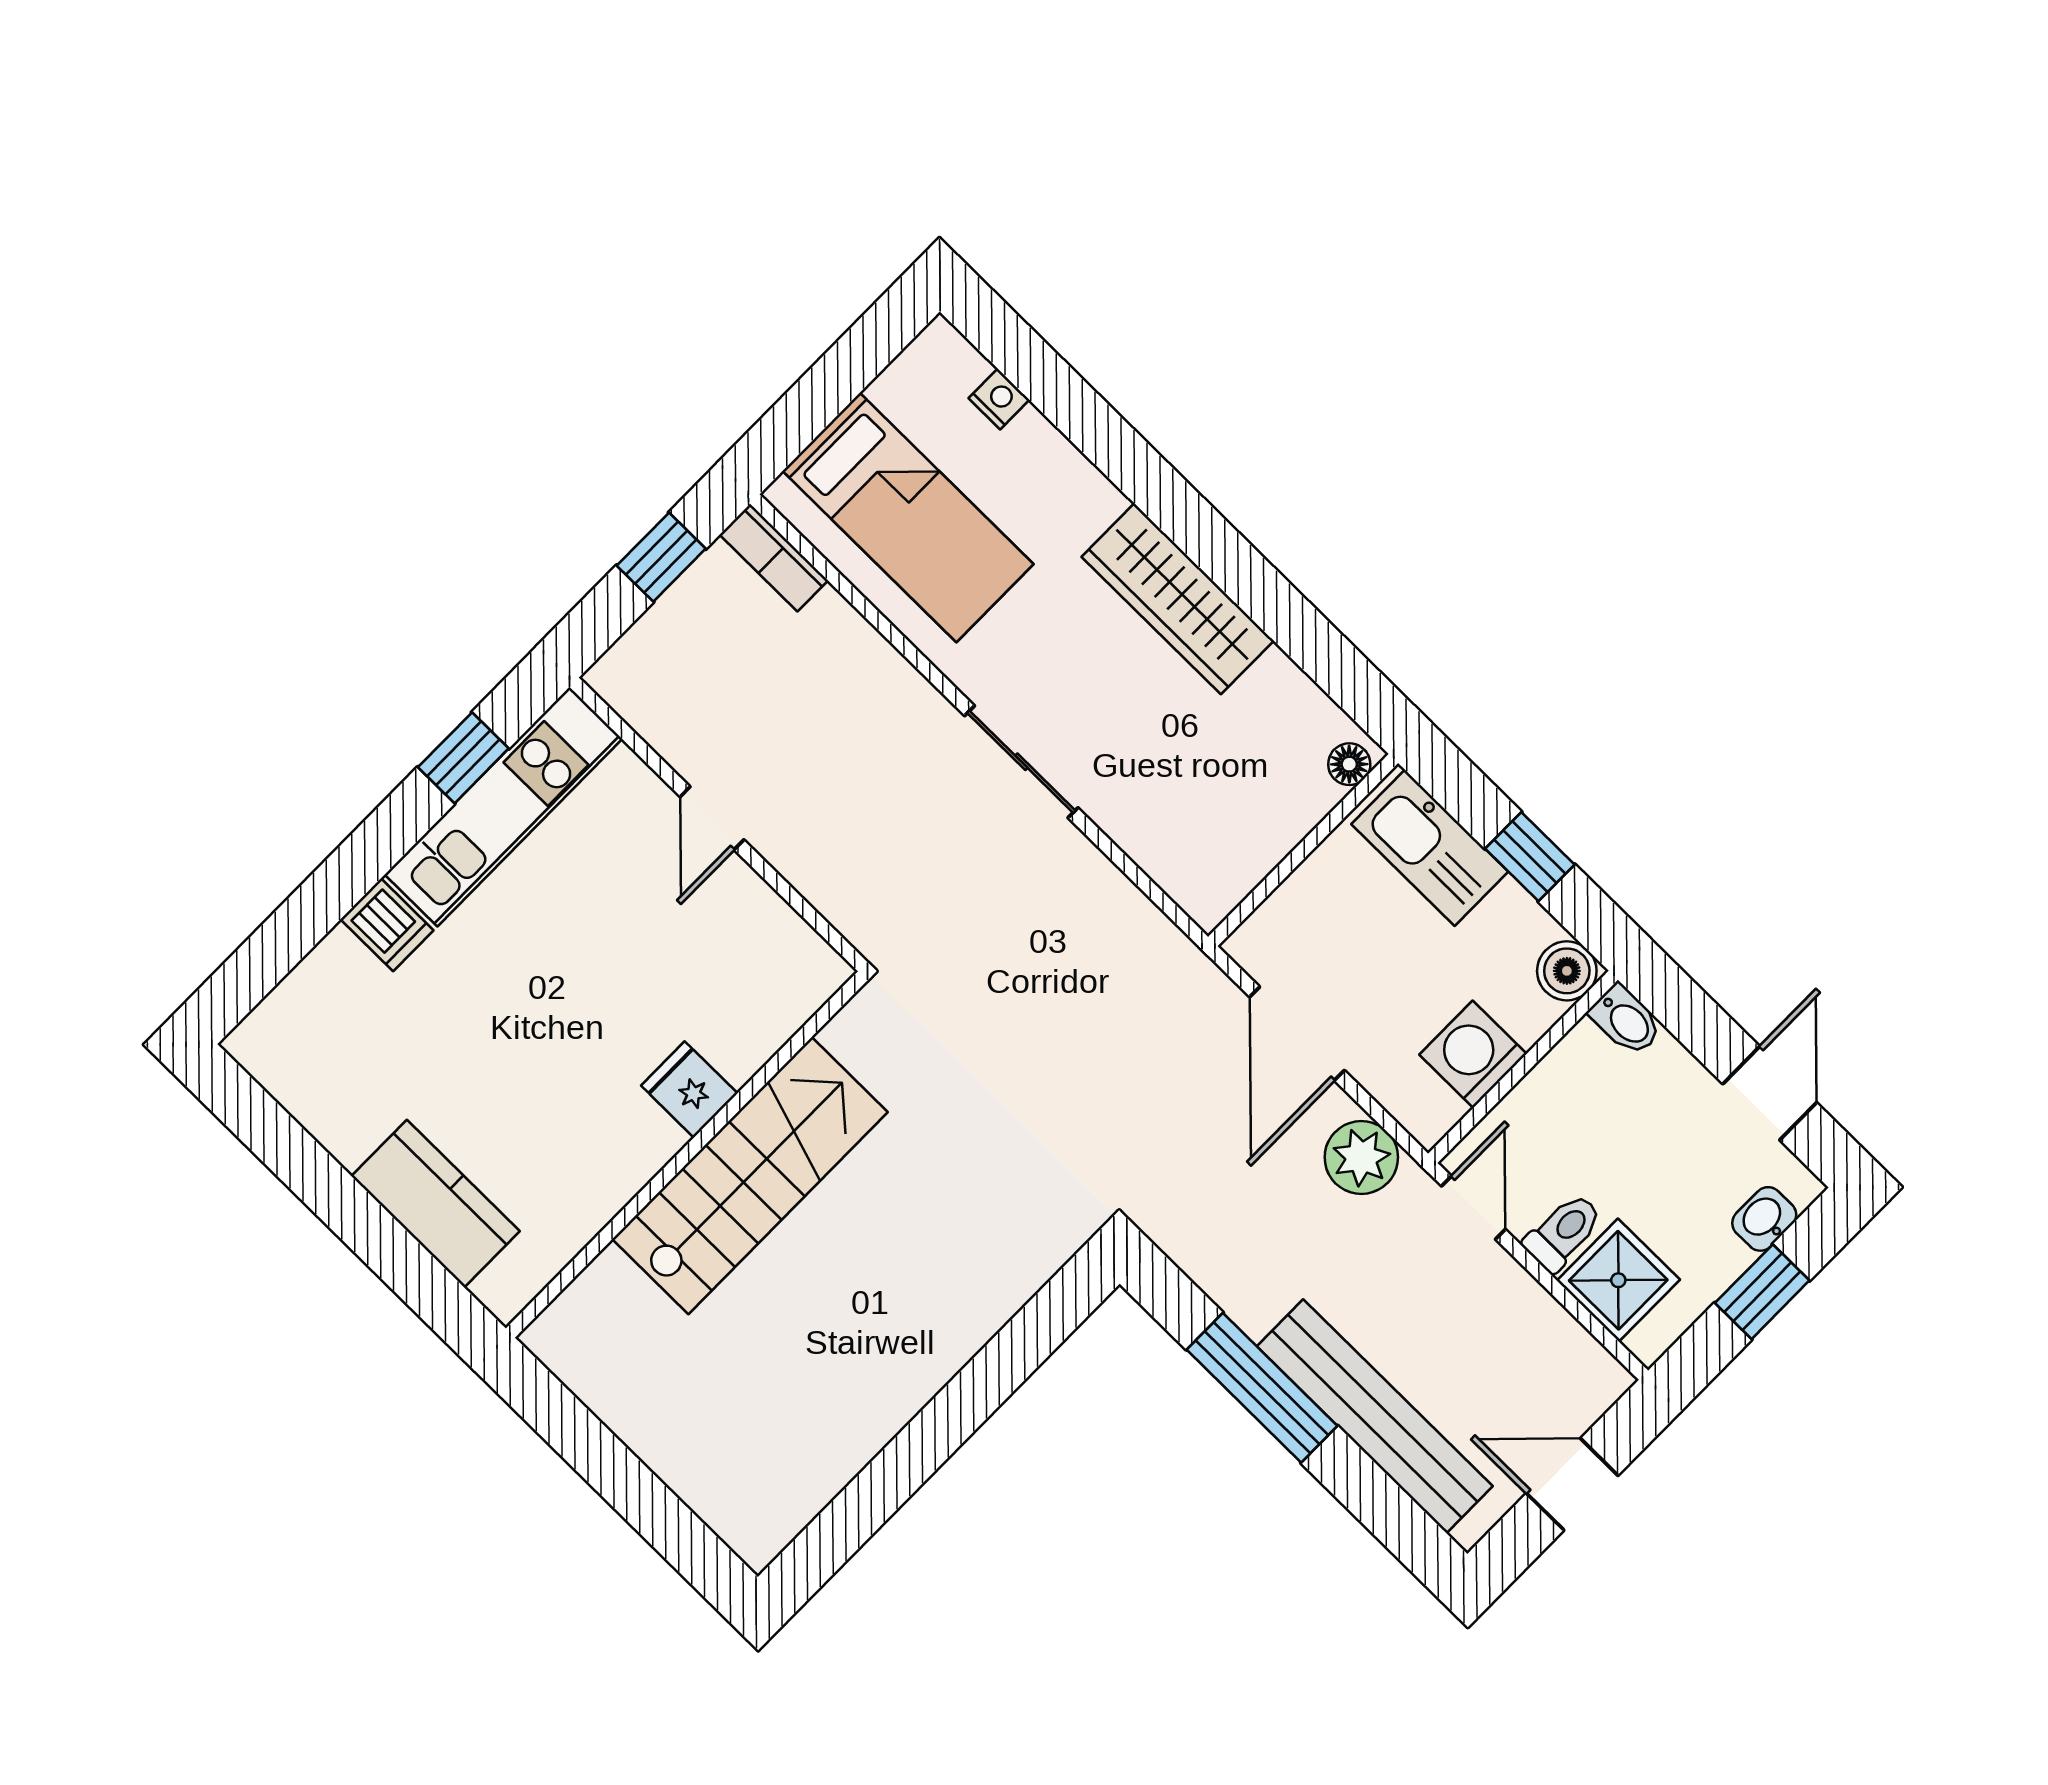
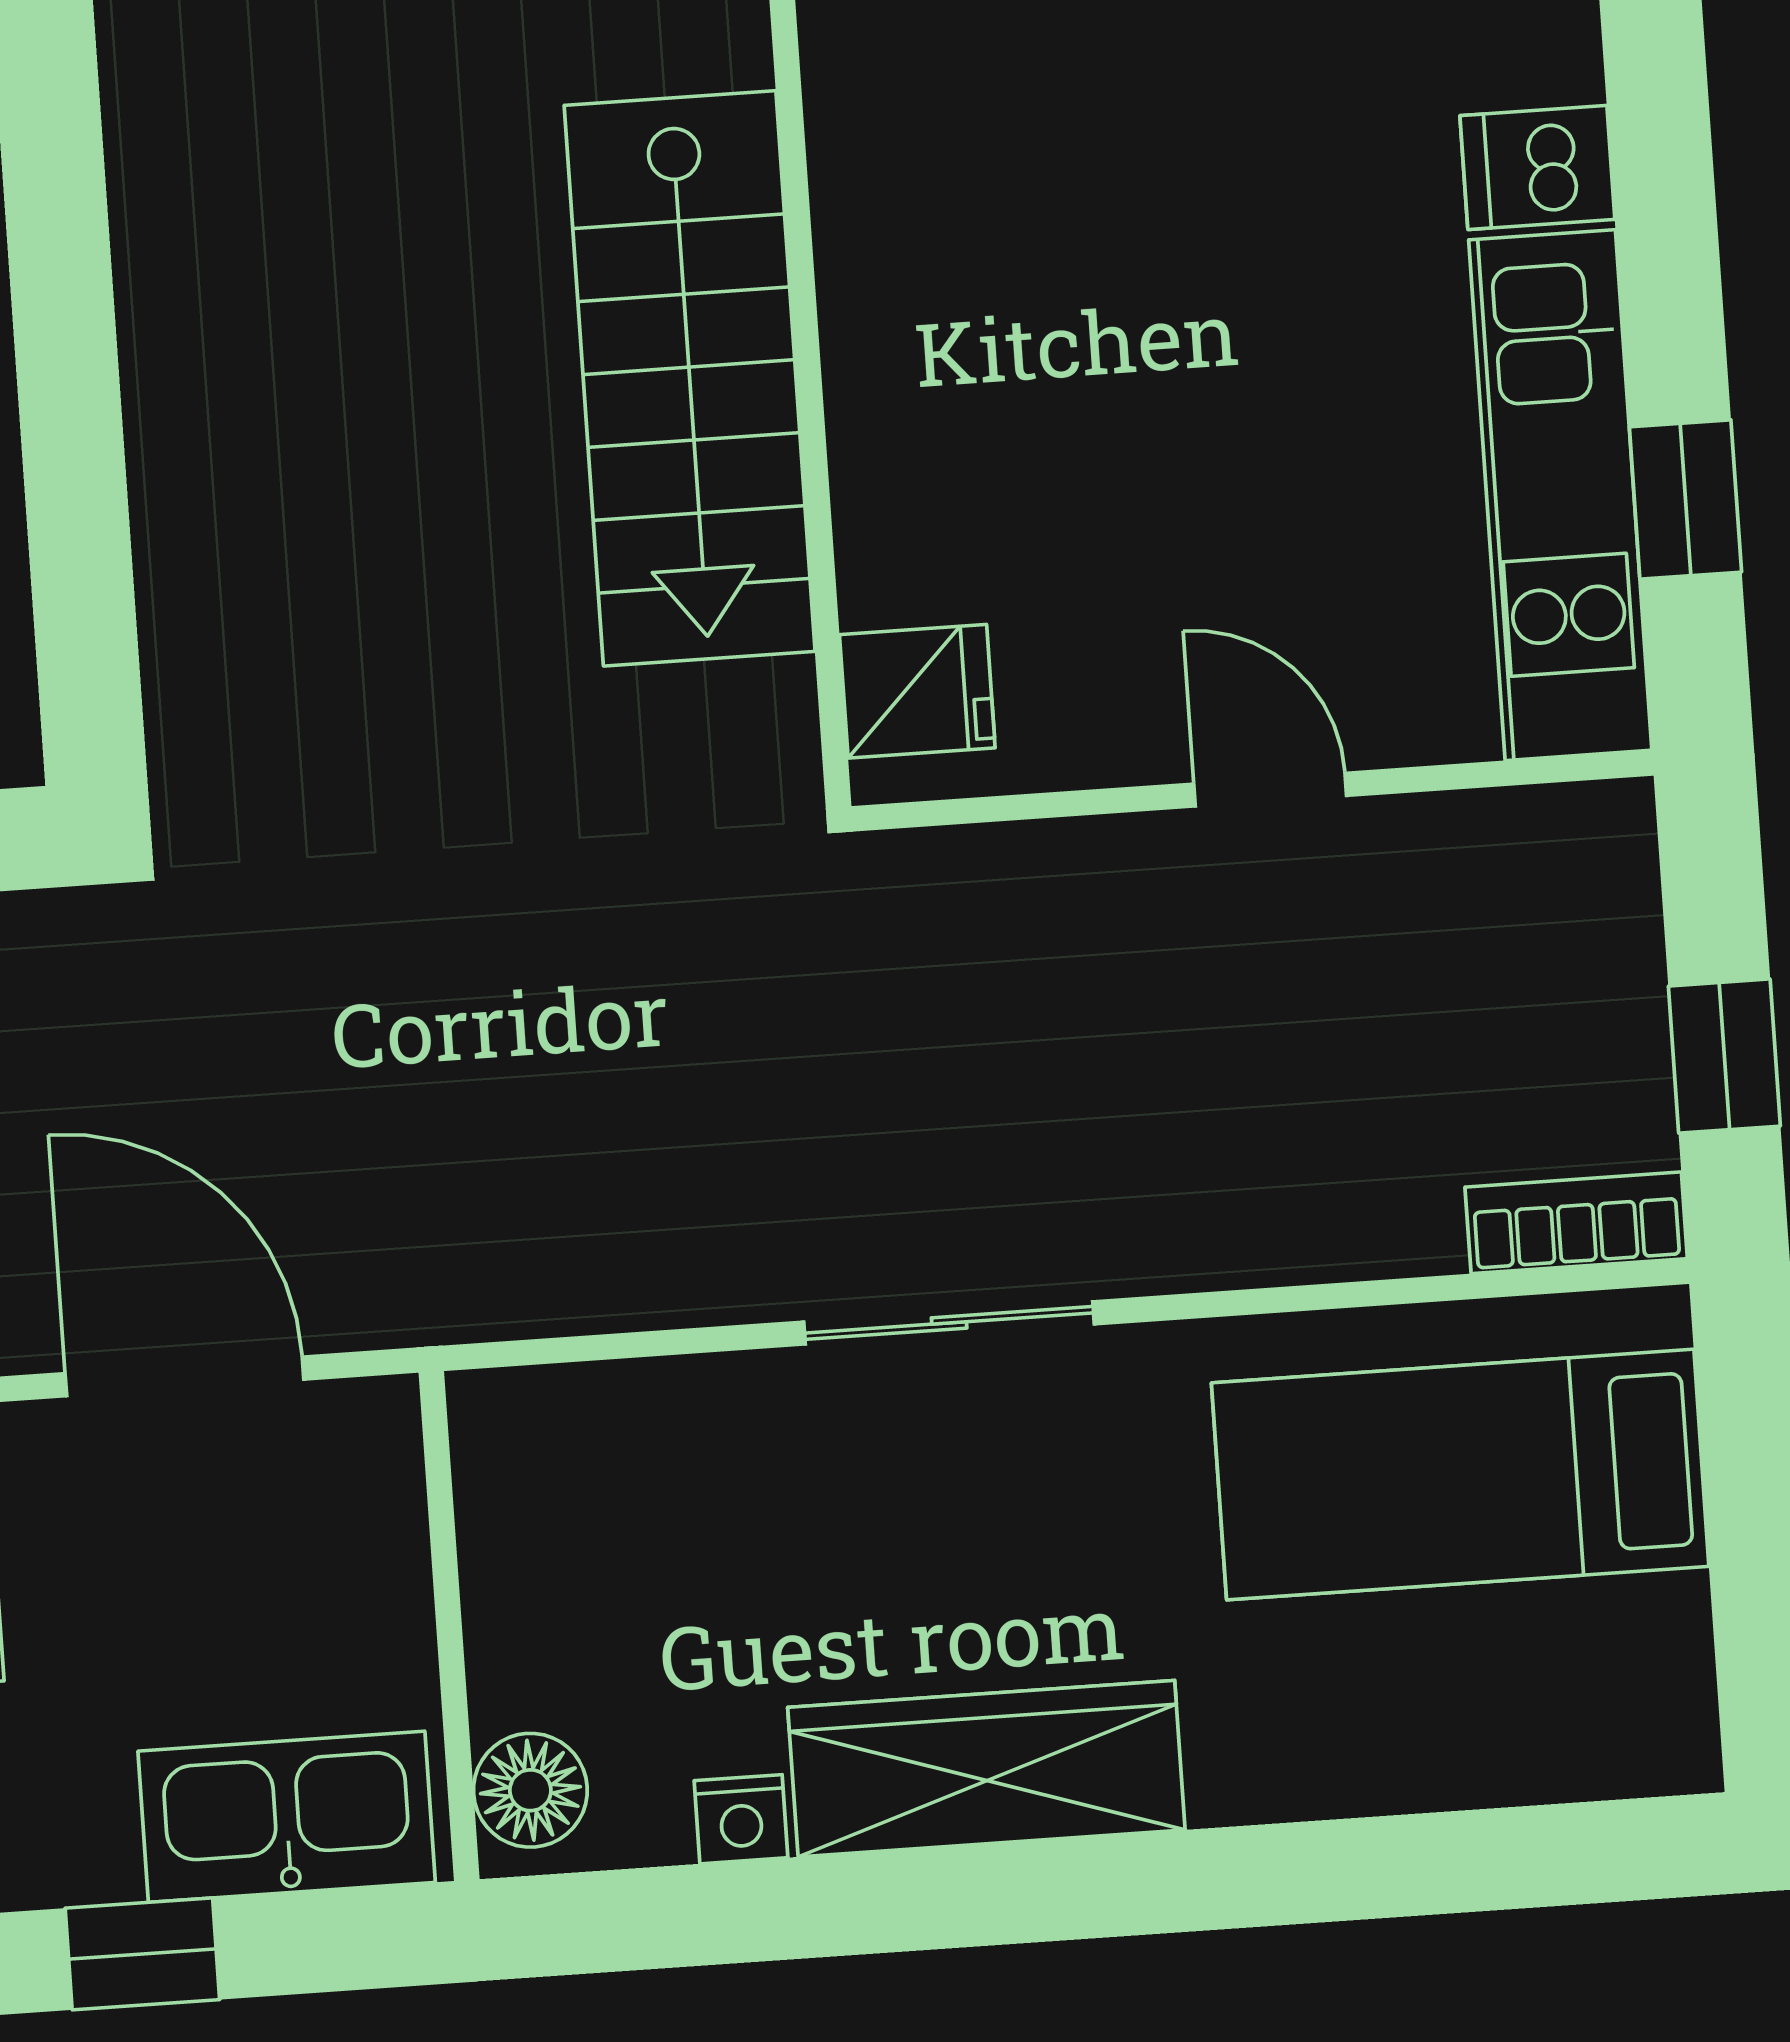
nightstand: (999, 399) -> (741, 1819), moved
floor lamp: (1349, 764) -> (530, 1790), width x1.37, depth x1.37
fridge: (689, 1090) -> (917, 691), moved

